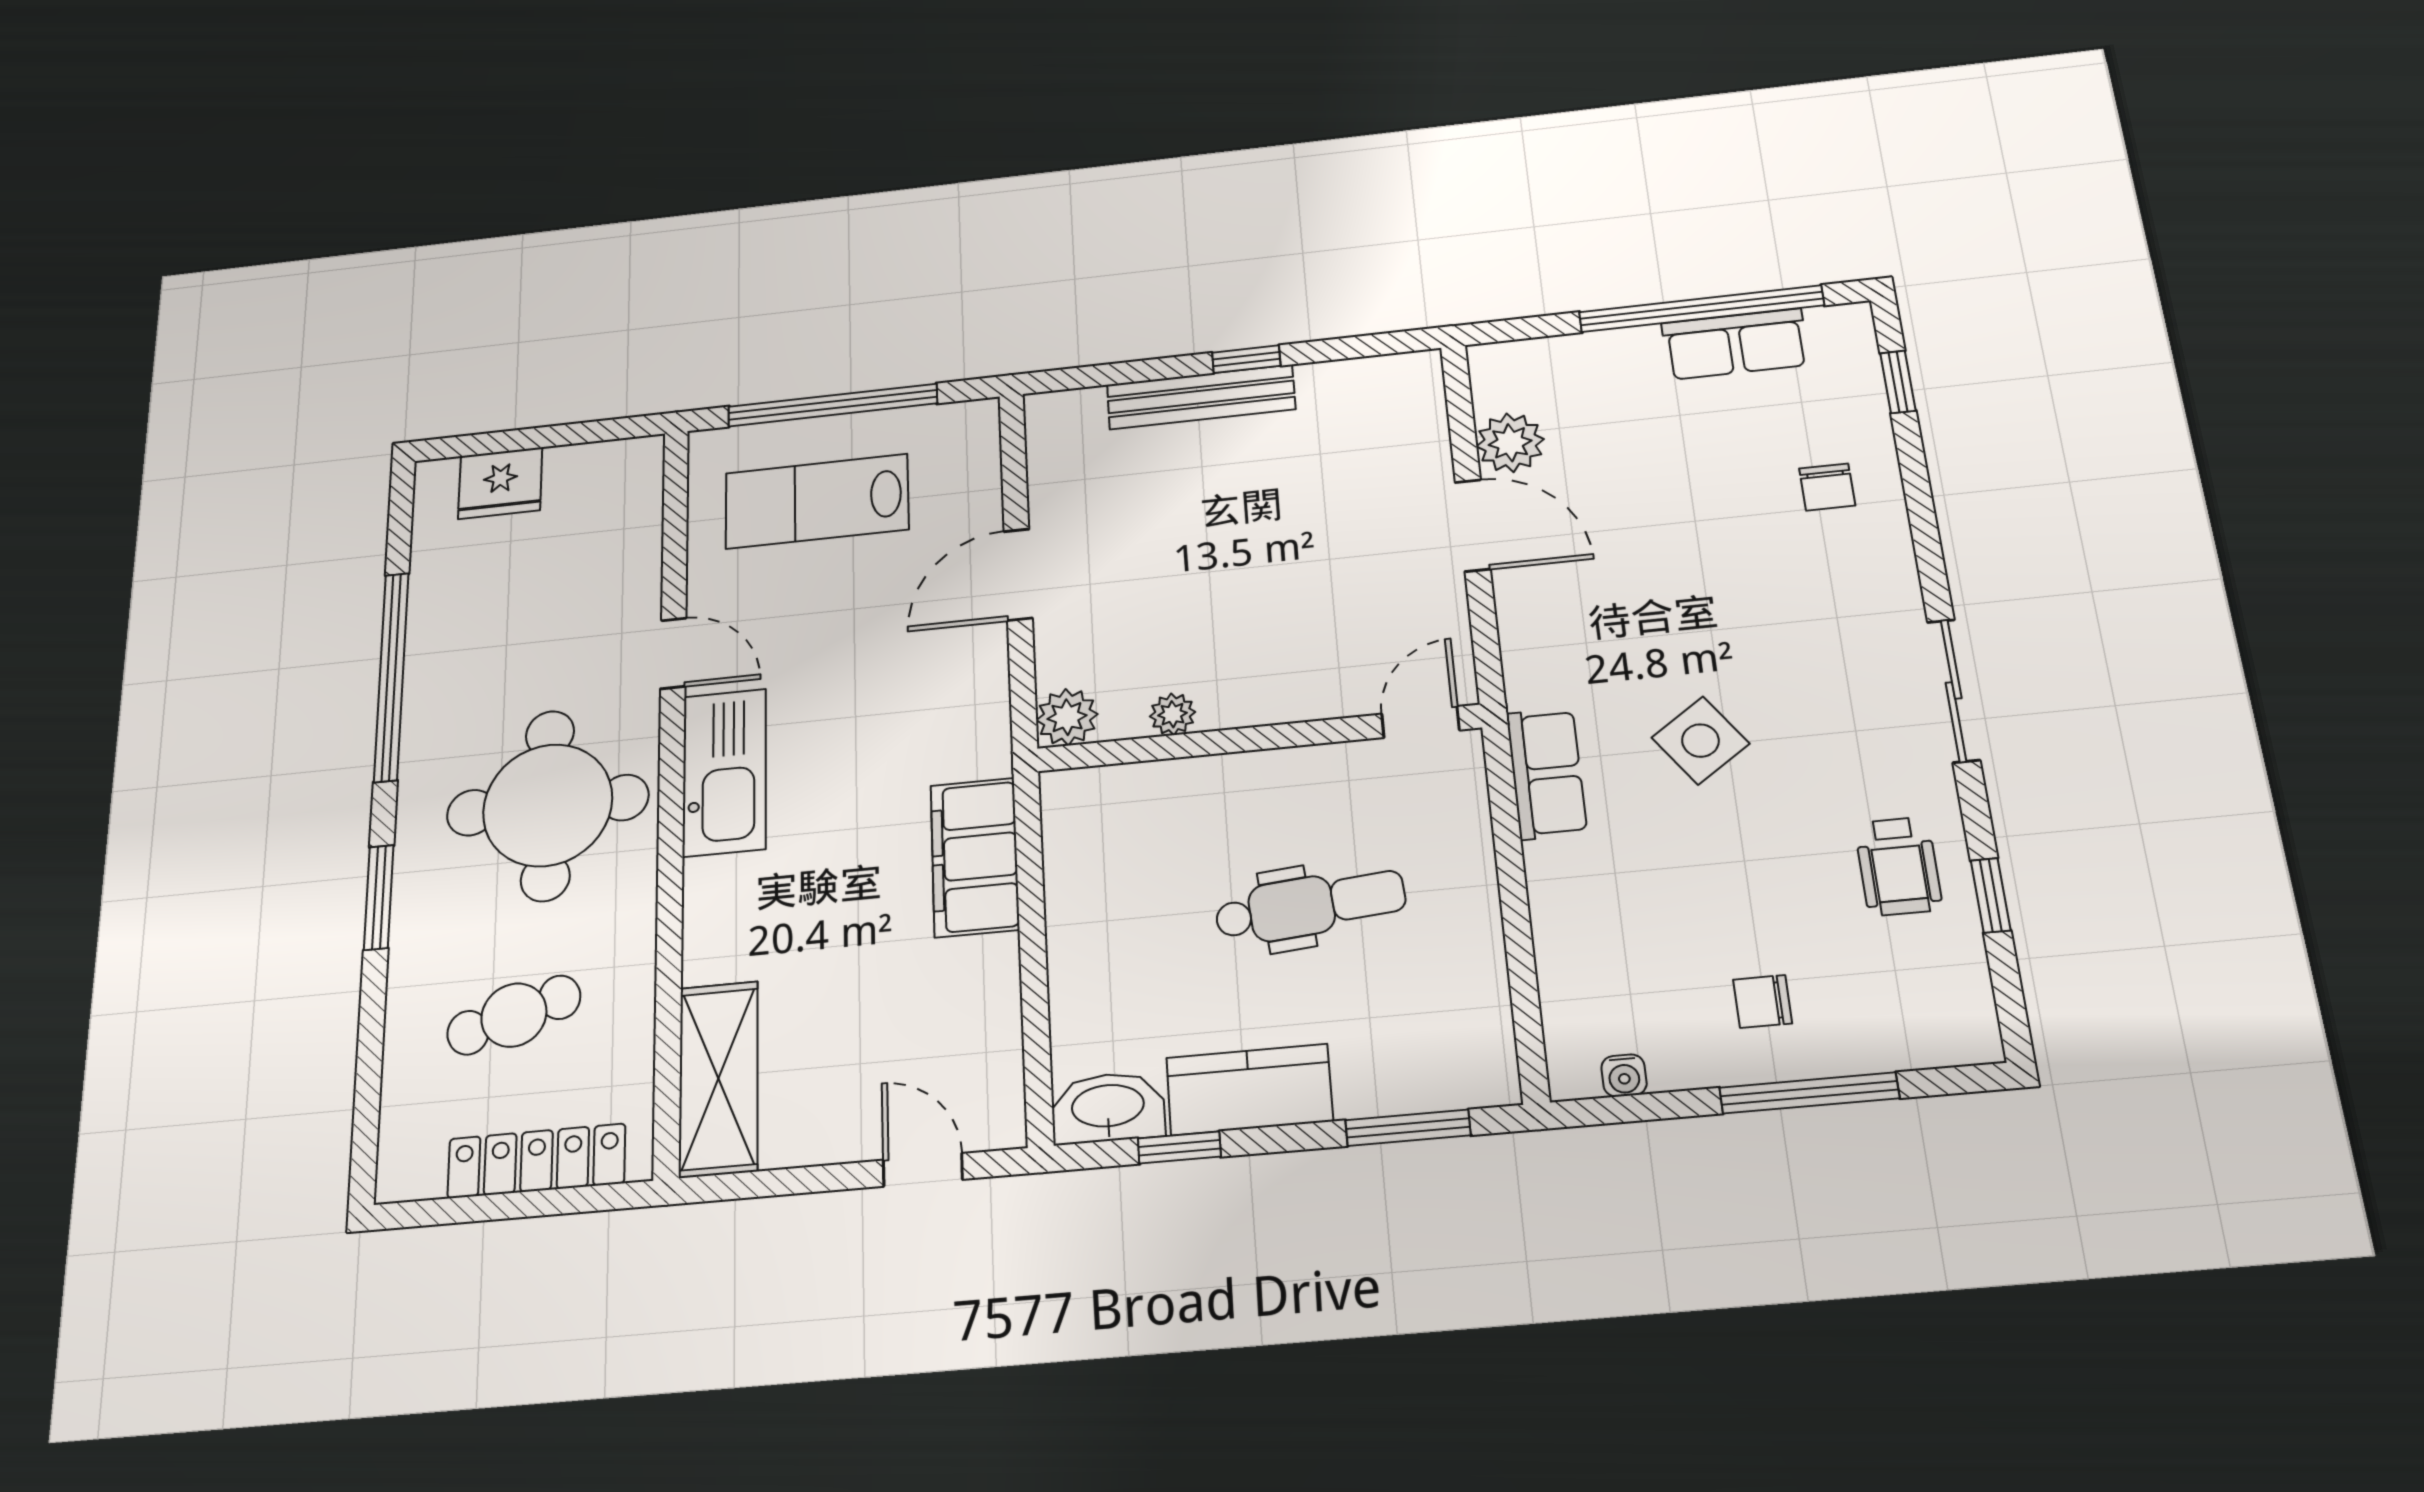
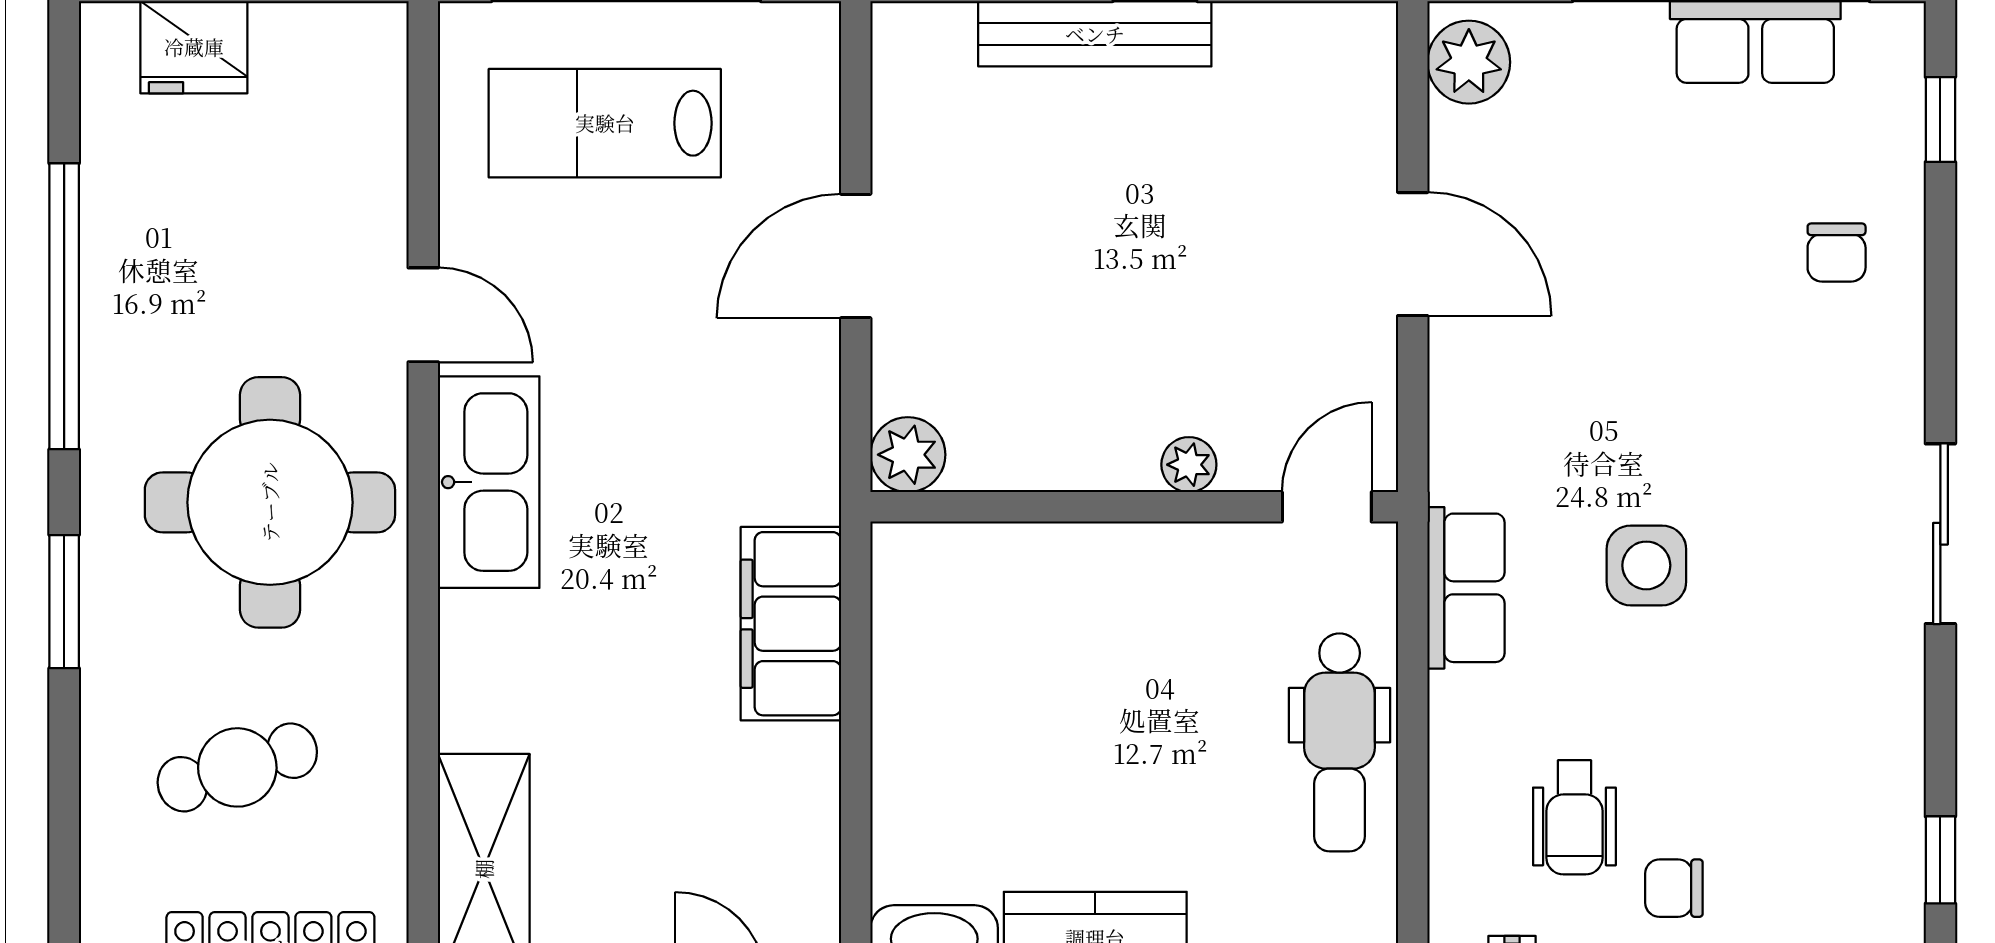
plant: (1510, 443) -> (1469, 62), moved
plant: (1172, 714) -> (1189, 465), moved
side table: (1700, 741) -> (1646, 565), turned 35
wheelchair: (1898, 866) -> (1574, 817), moved
window: (1991, 895) -> (1940, 860), moved
dental chair: (1310, 905) -> (1340, 742), moved, turned 95

